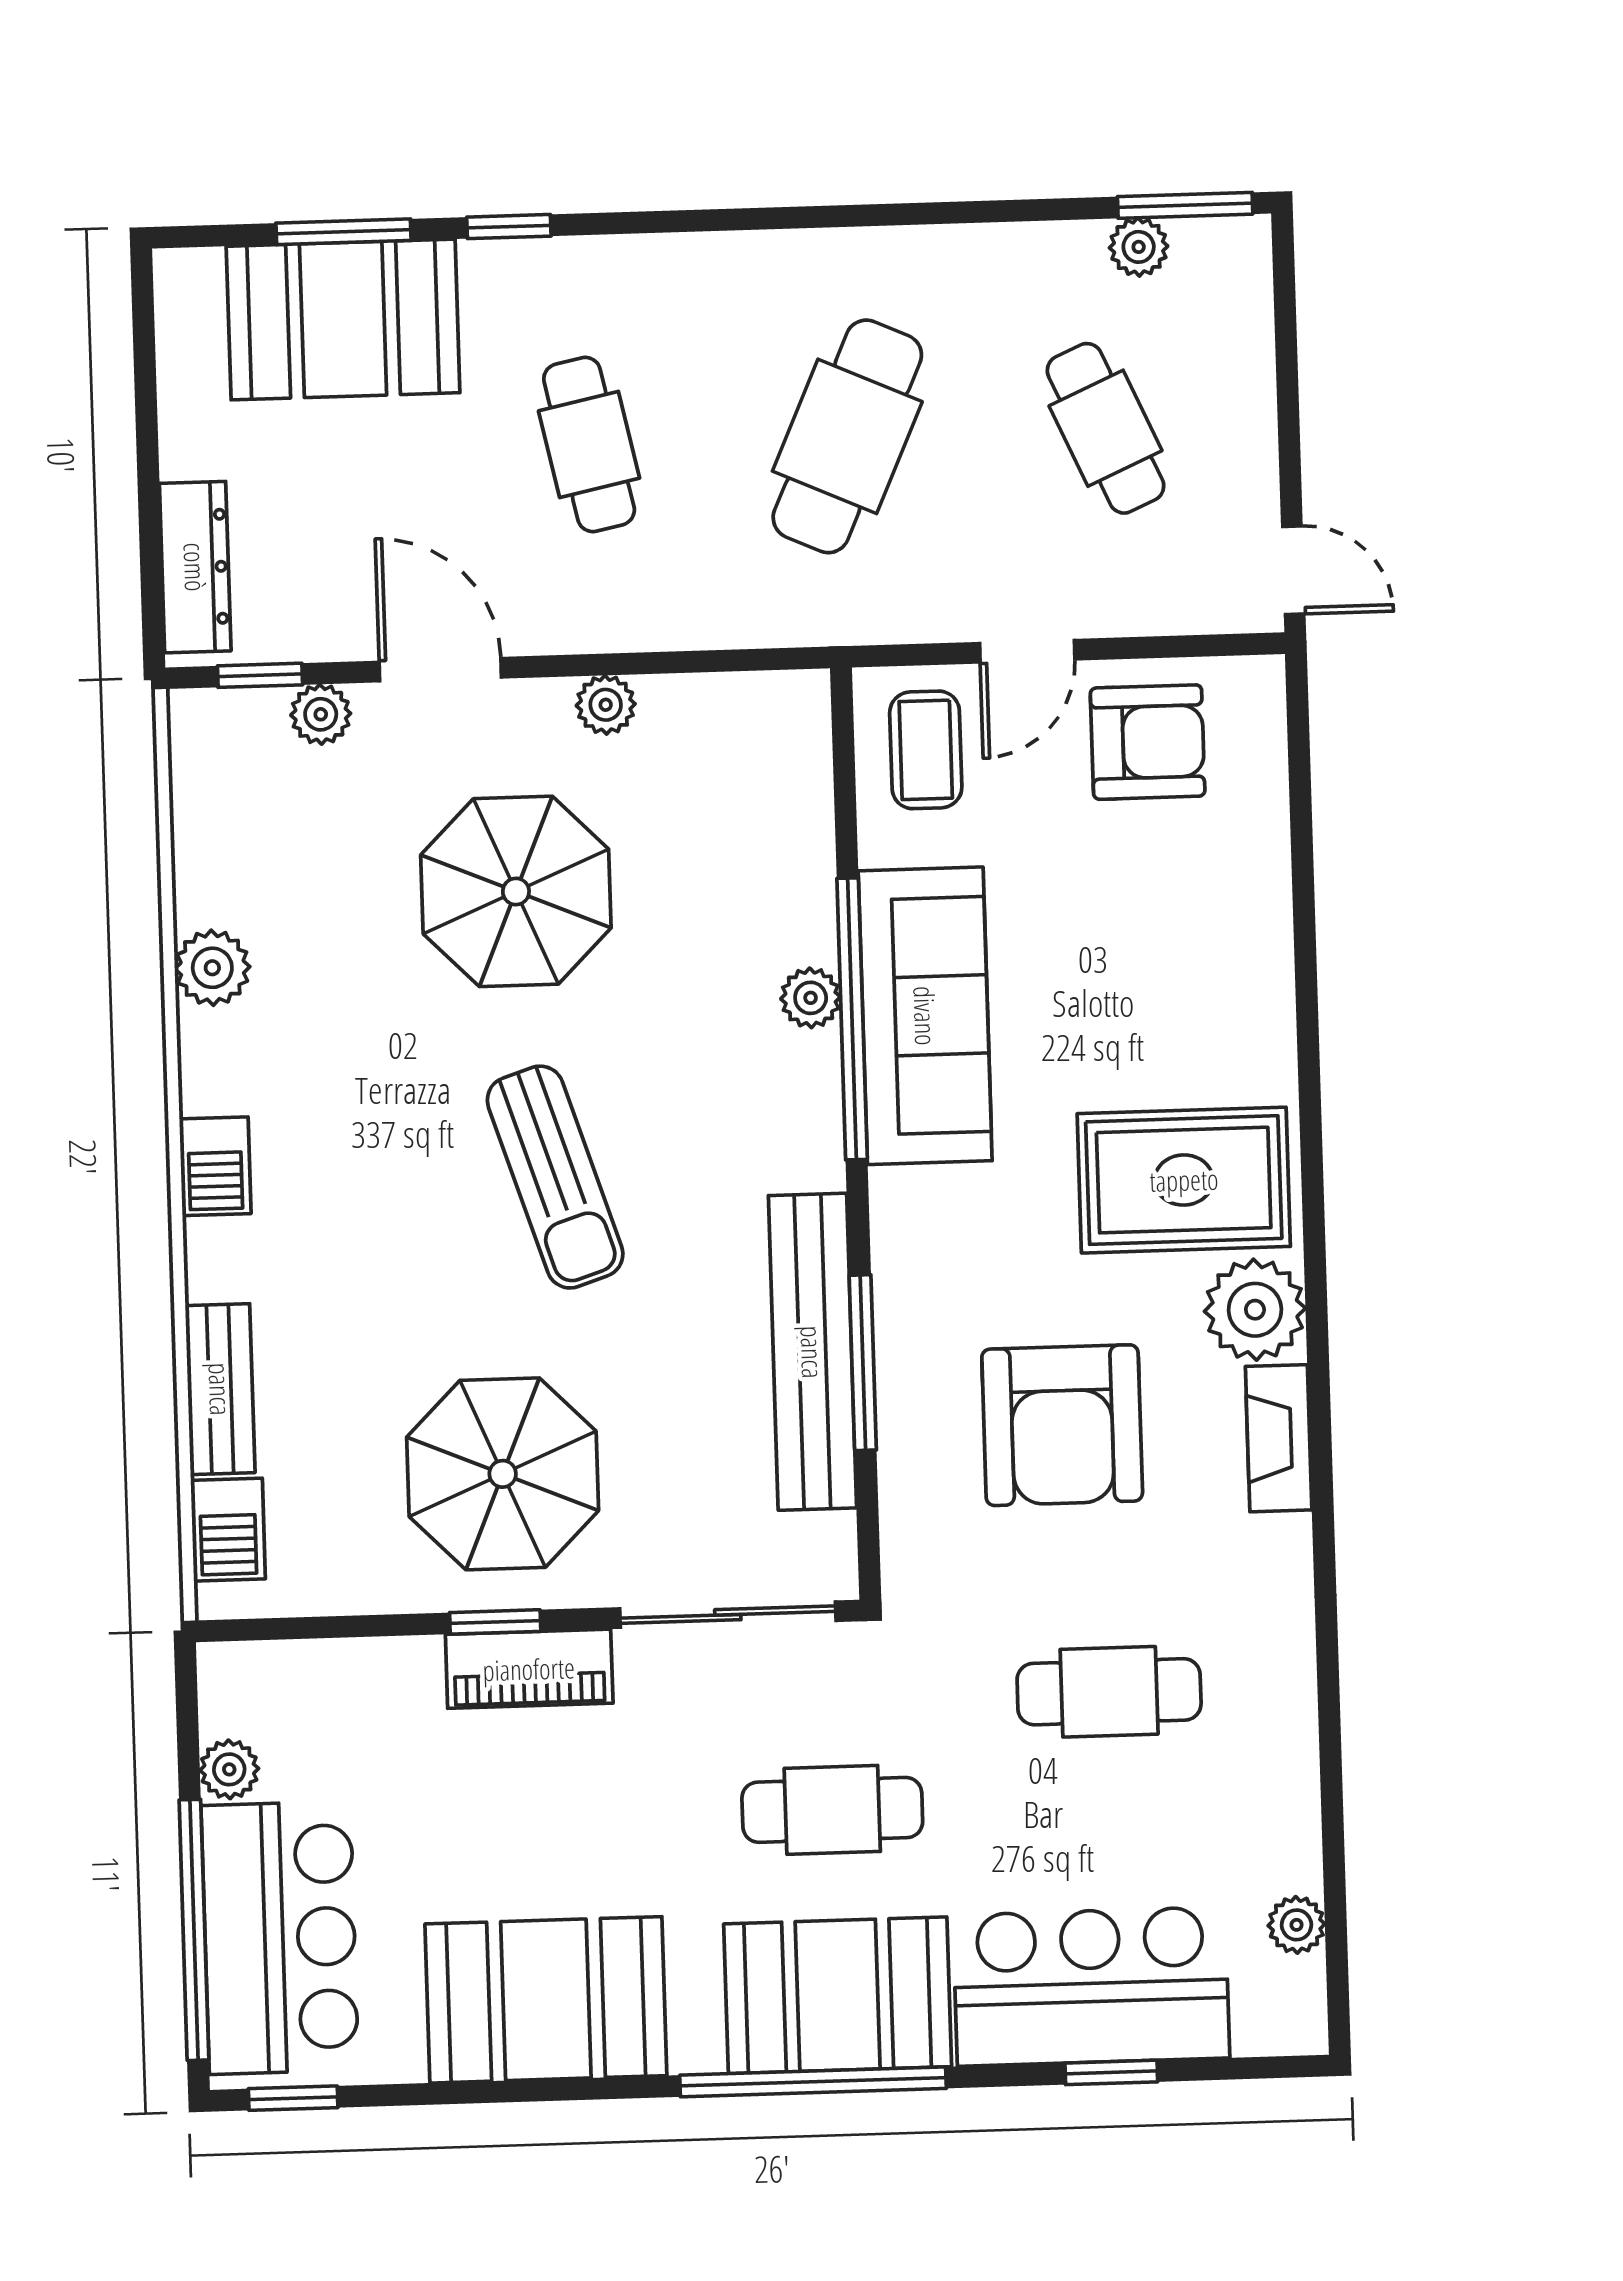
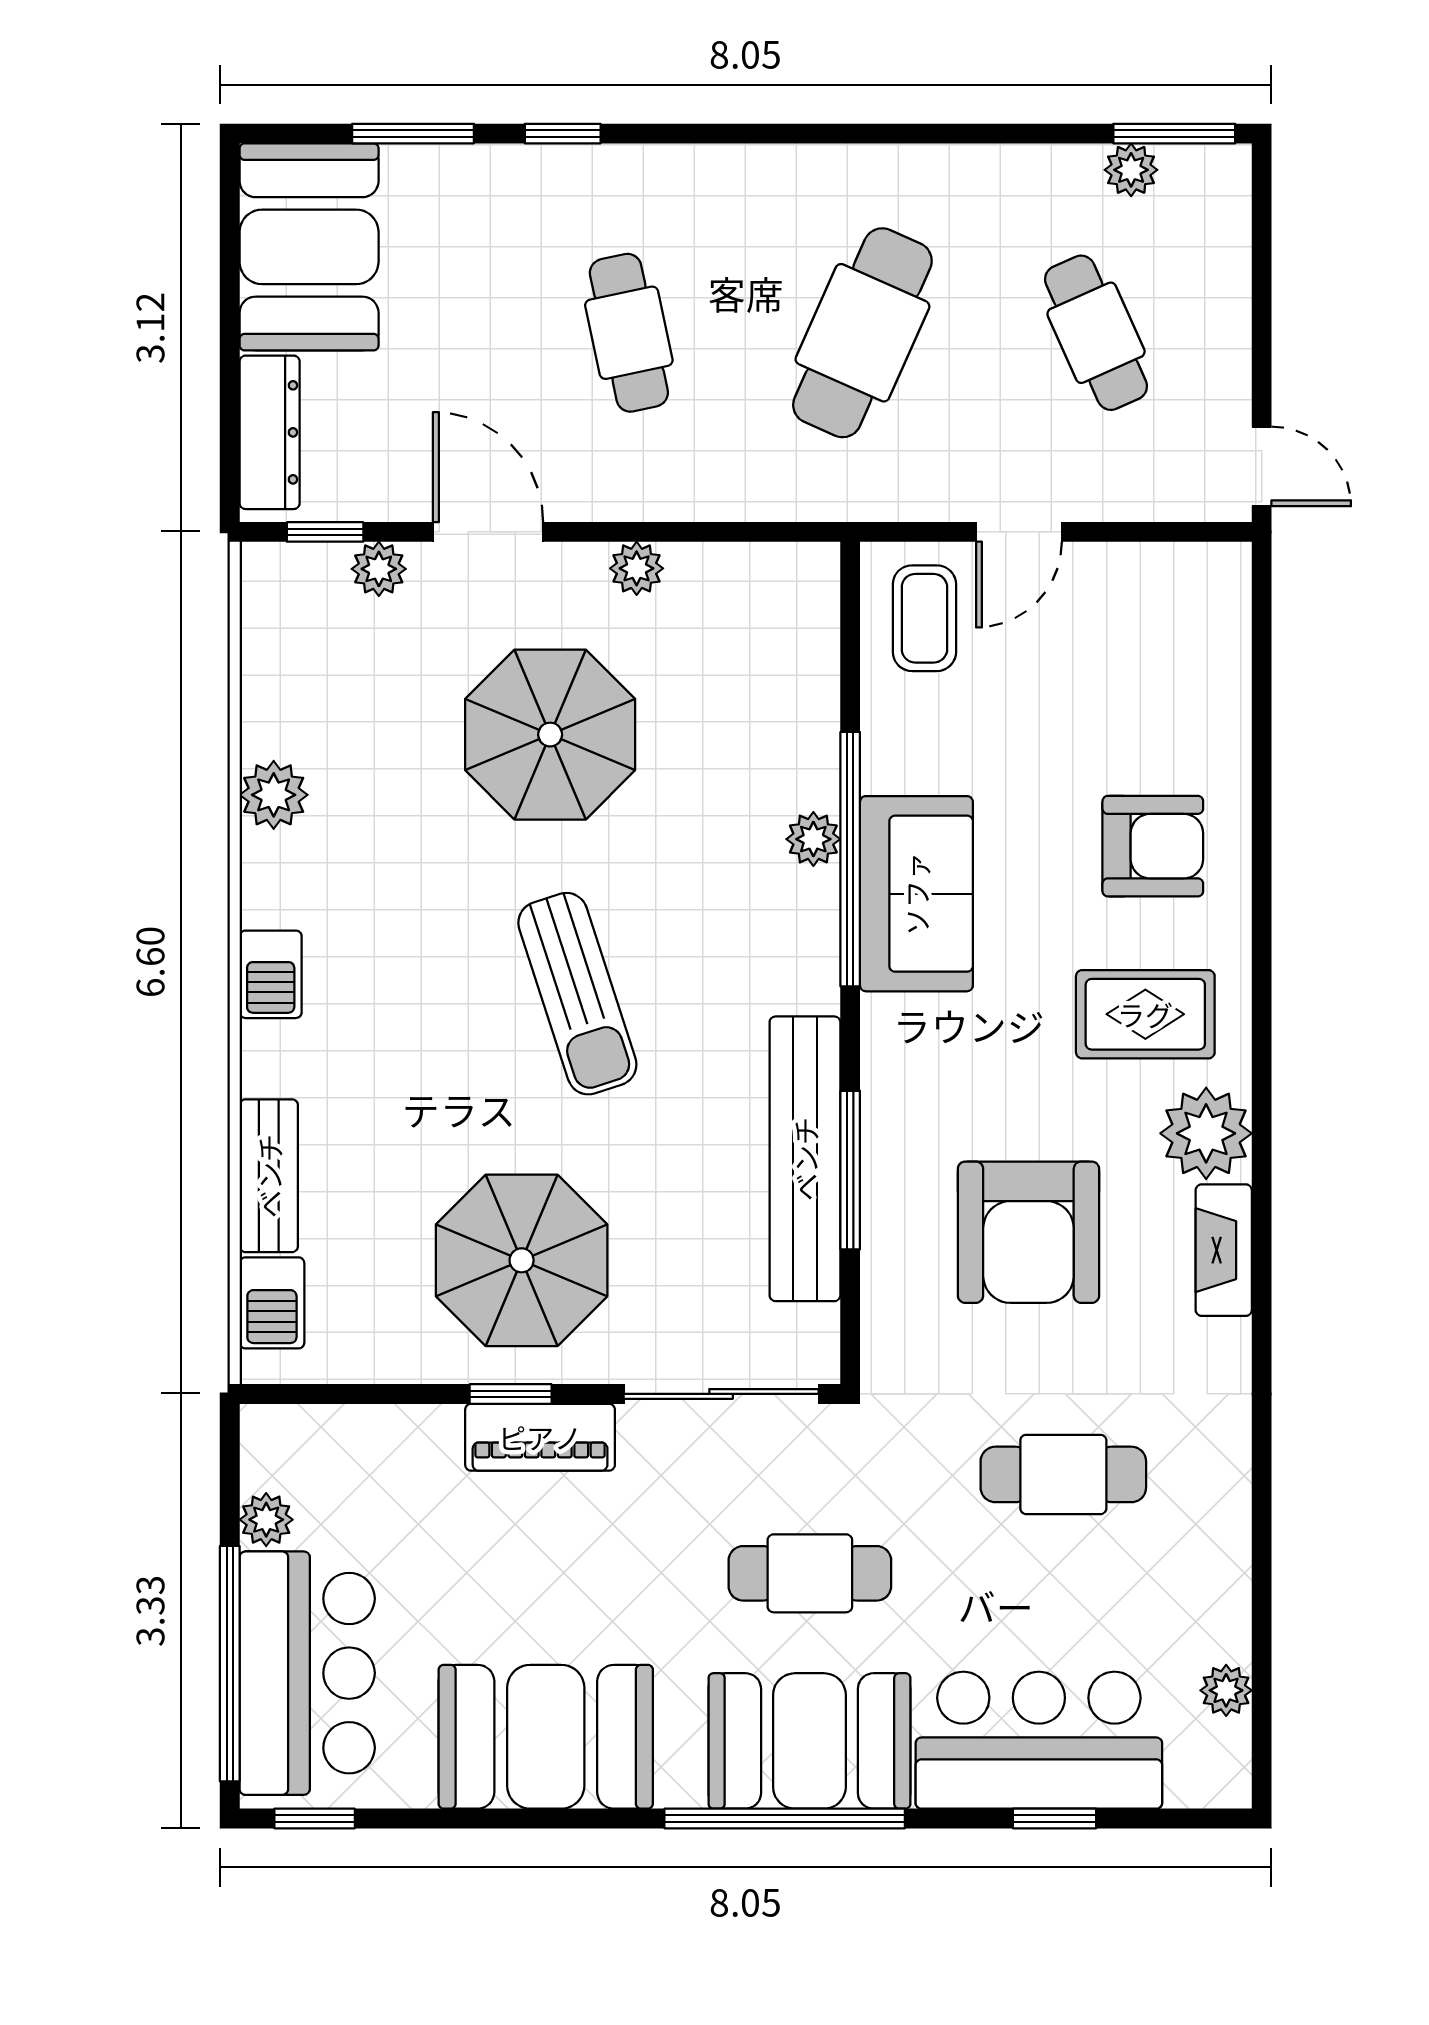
booth: (343, 320) -> (309, 247), moved, turned 90
armchair: (1148, 742) -> (1153, 846), moved
sofa: (925, 1016) -> (916, 894), width x0.73
rug: (1184, 1180) -> (1145, 1014), width x0.73, depth x0.70

